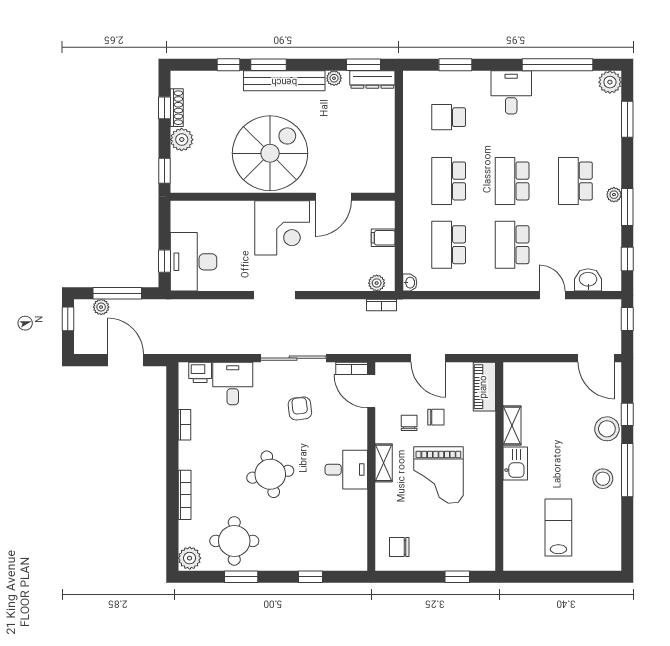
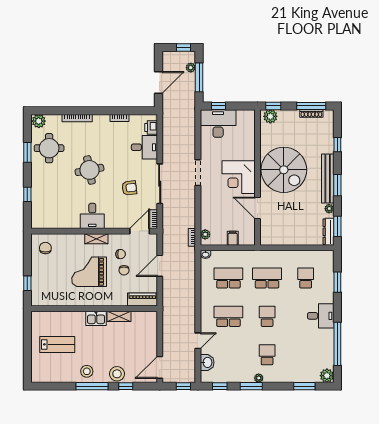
window: (269, 65) -> (337, 185), moved
window: (164, 108) -> (311, 106), width x2.17
plant: (182, 140) -> (270, 116), moved
school desk: (512, 181) -> (267, 316), width x0.54
school desk: (575, 181) -> (267, 355), width x0.54

